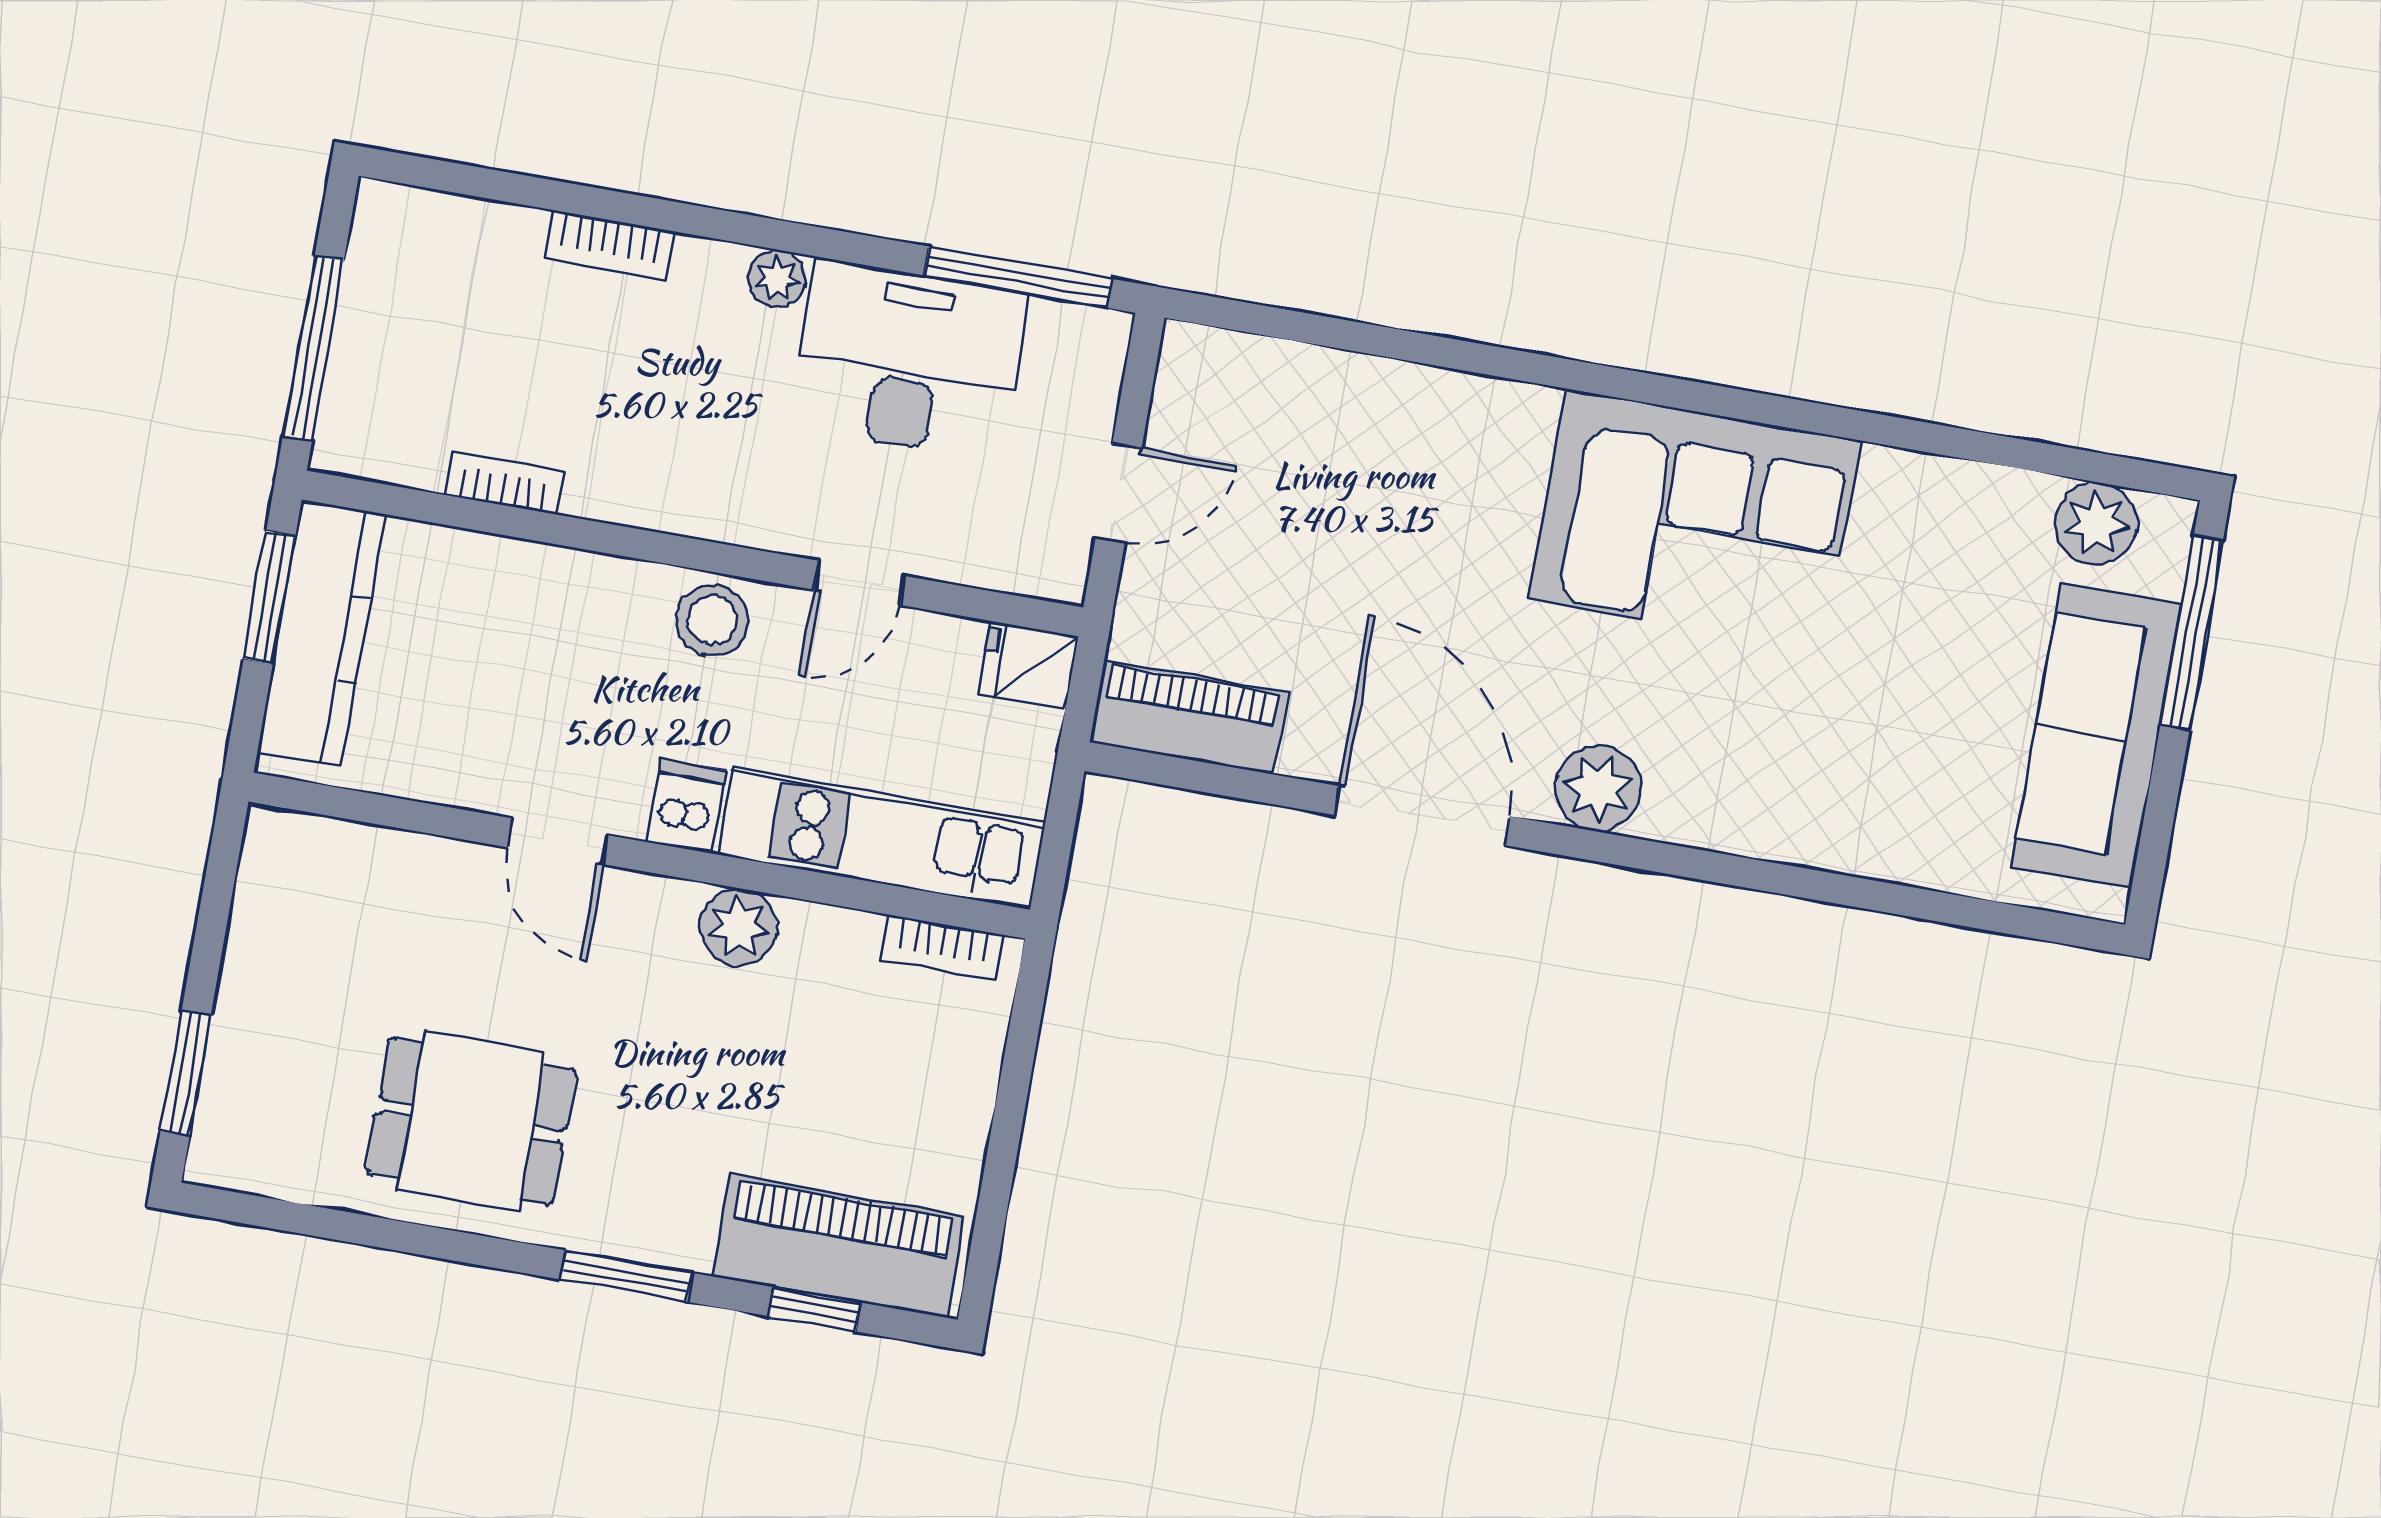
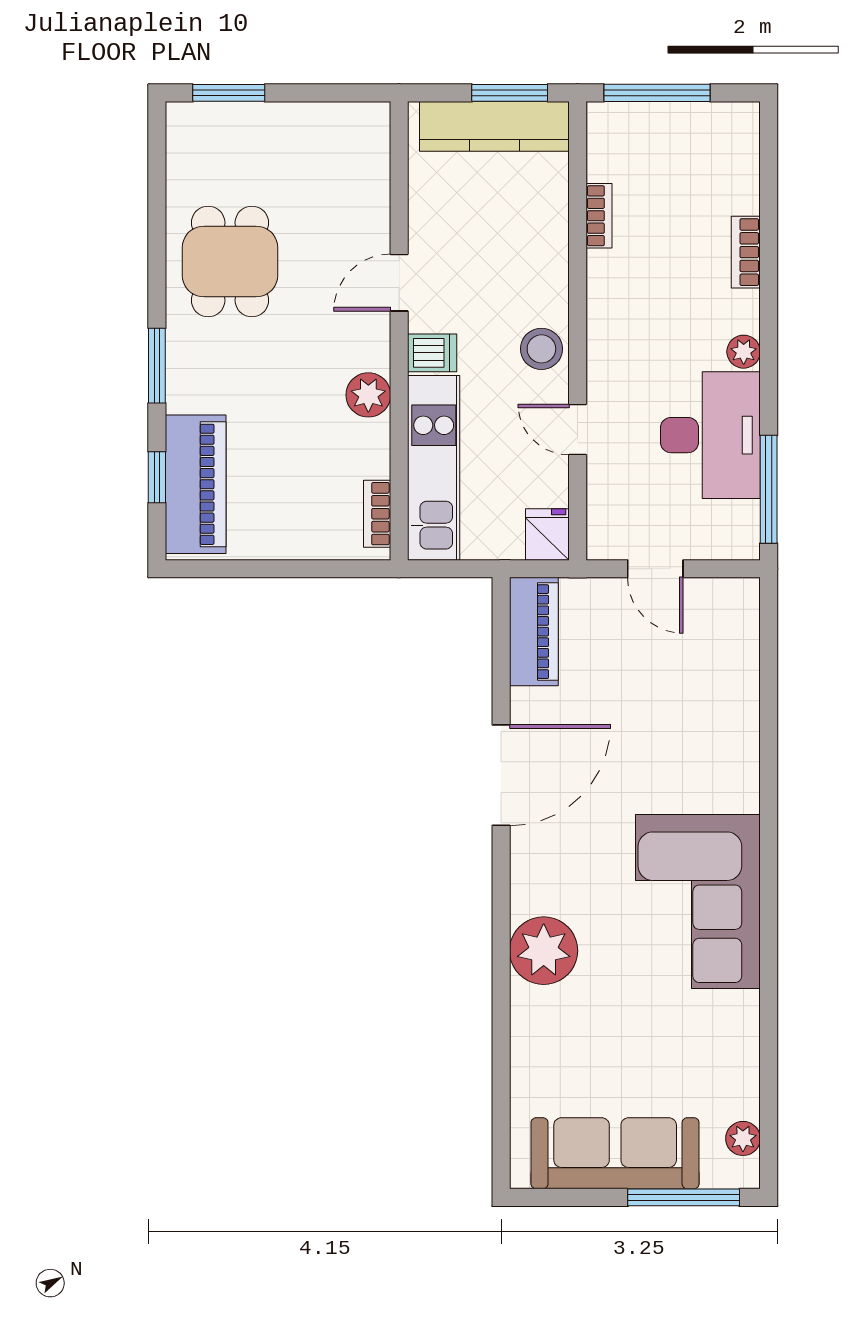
plant: (2097, 524) -> (743, 1138), width x0.73, depth x0.73
plant: (1598, 788) -> (544, 951), moved, width x1.36, depth x1.36

